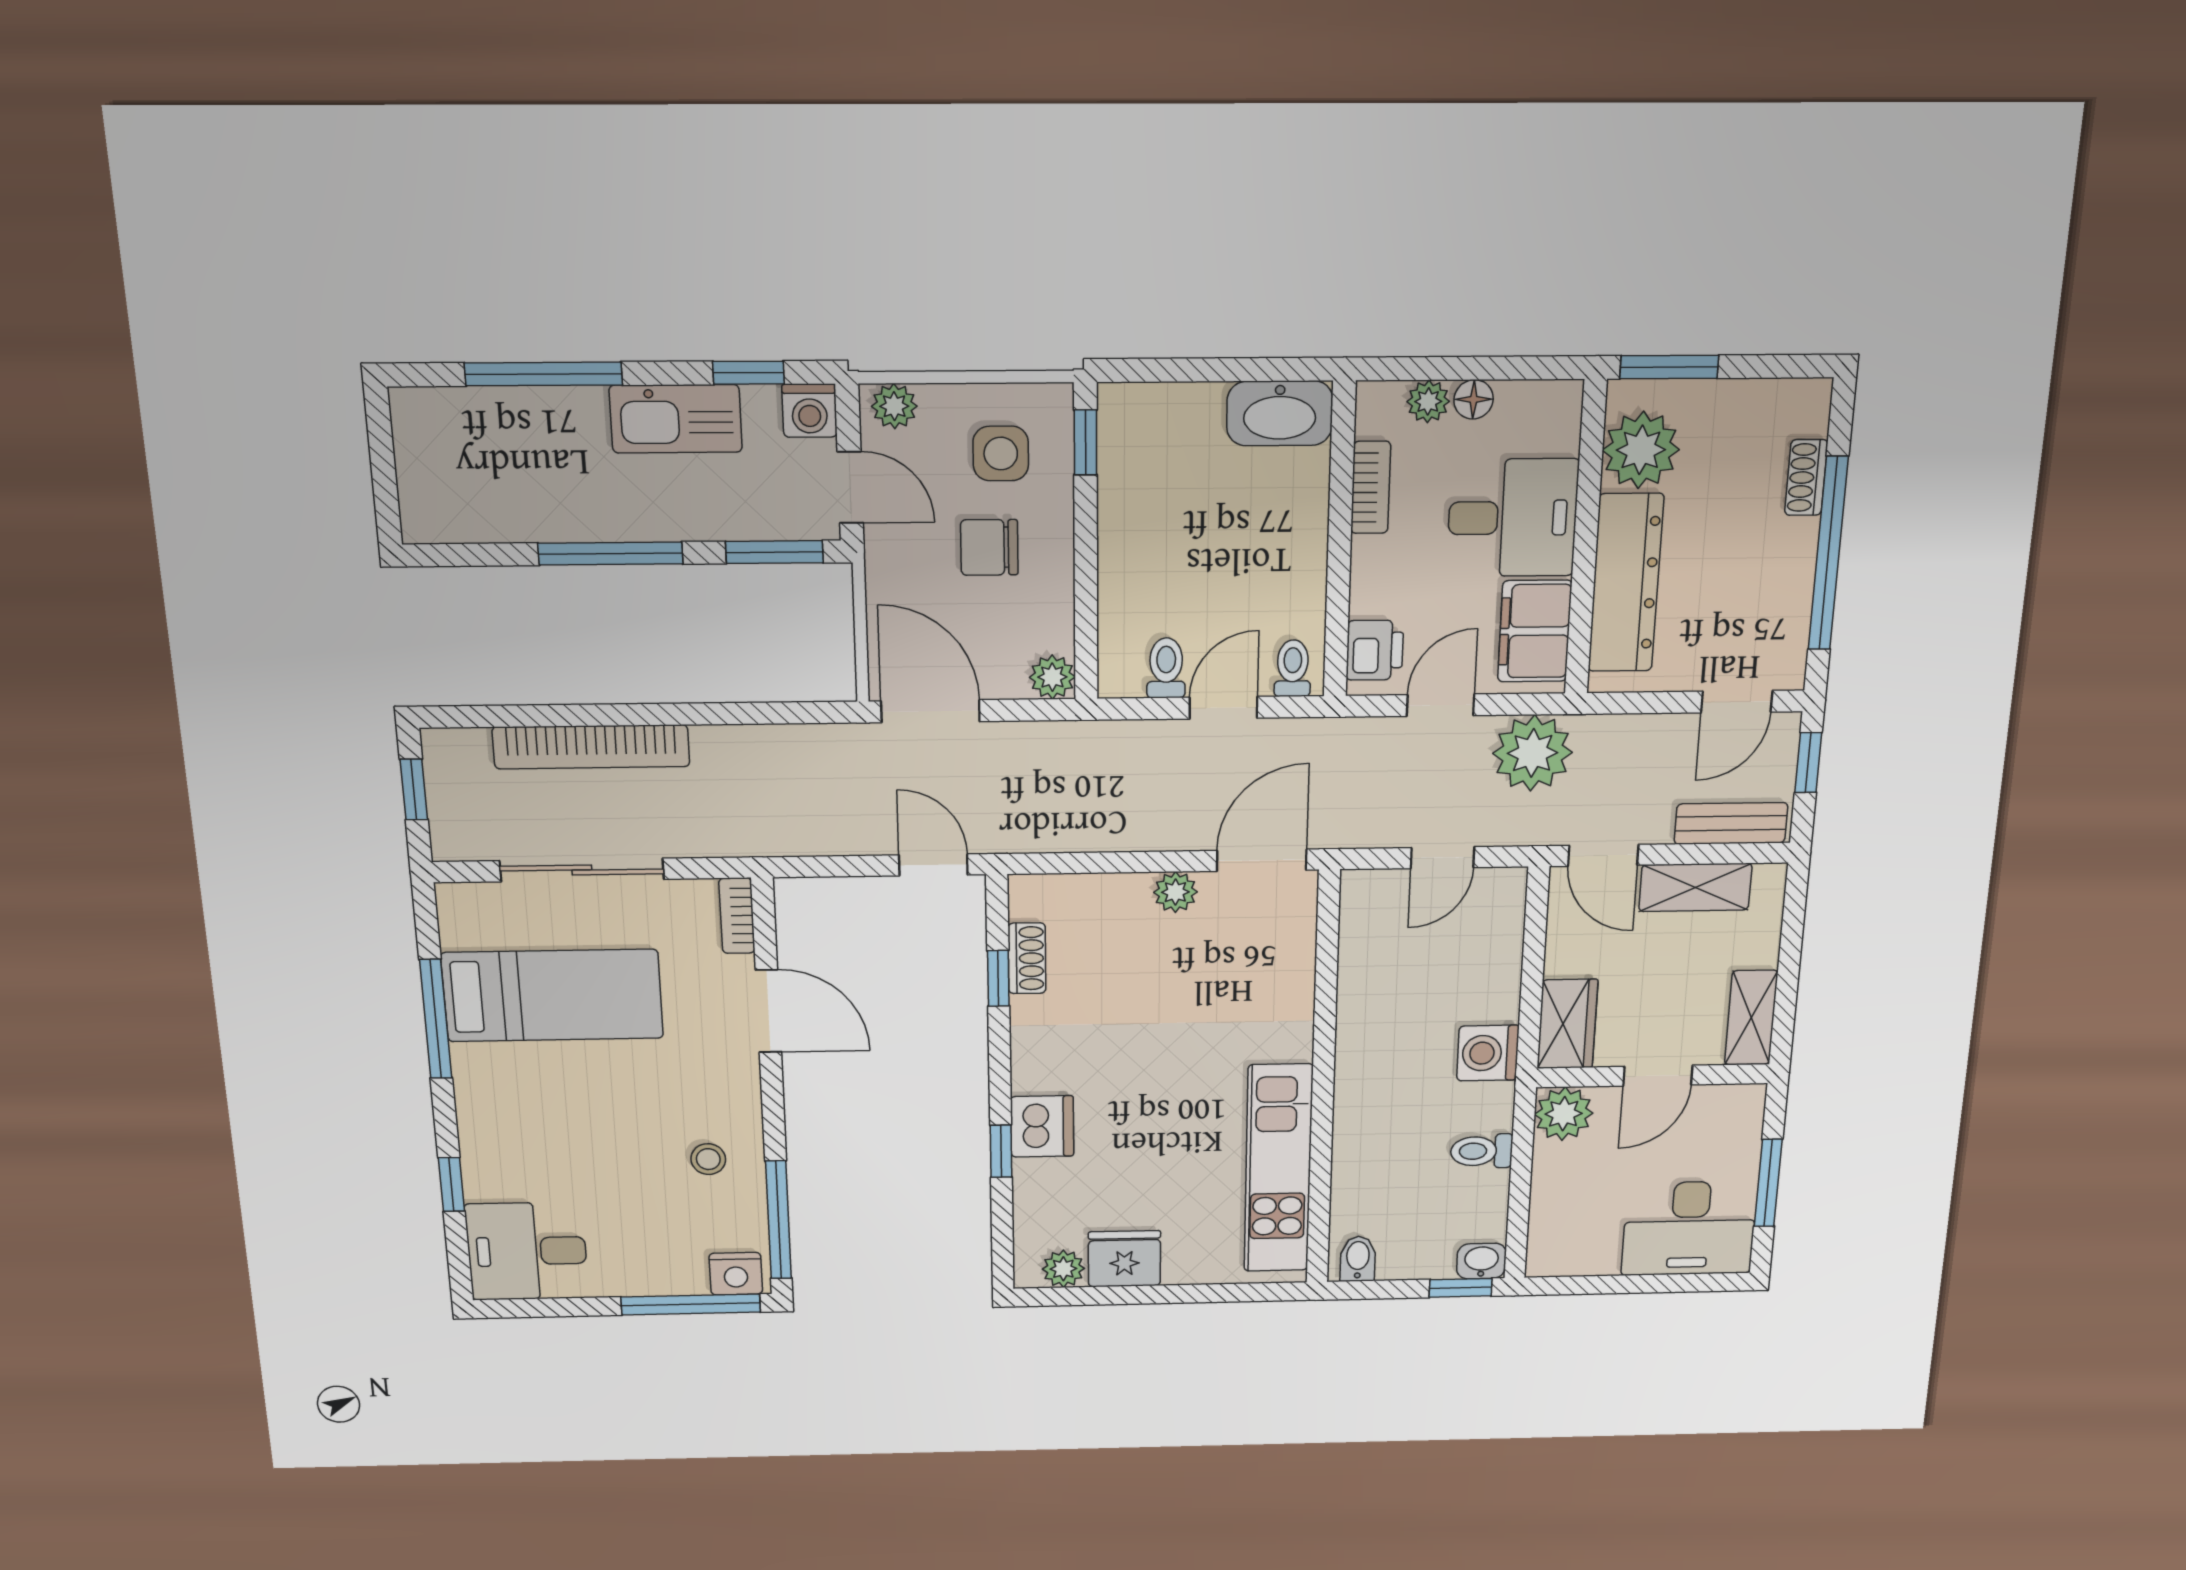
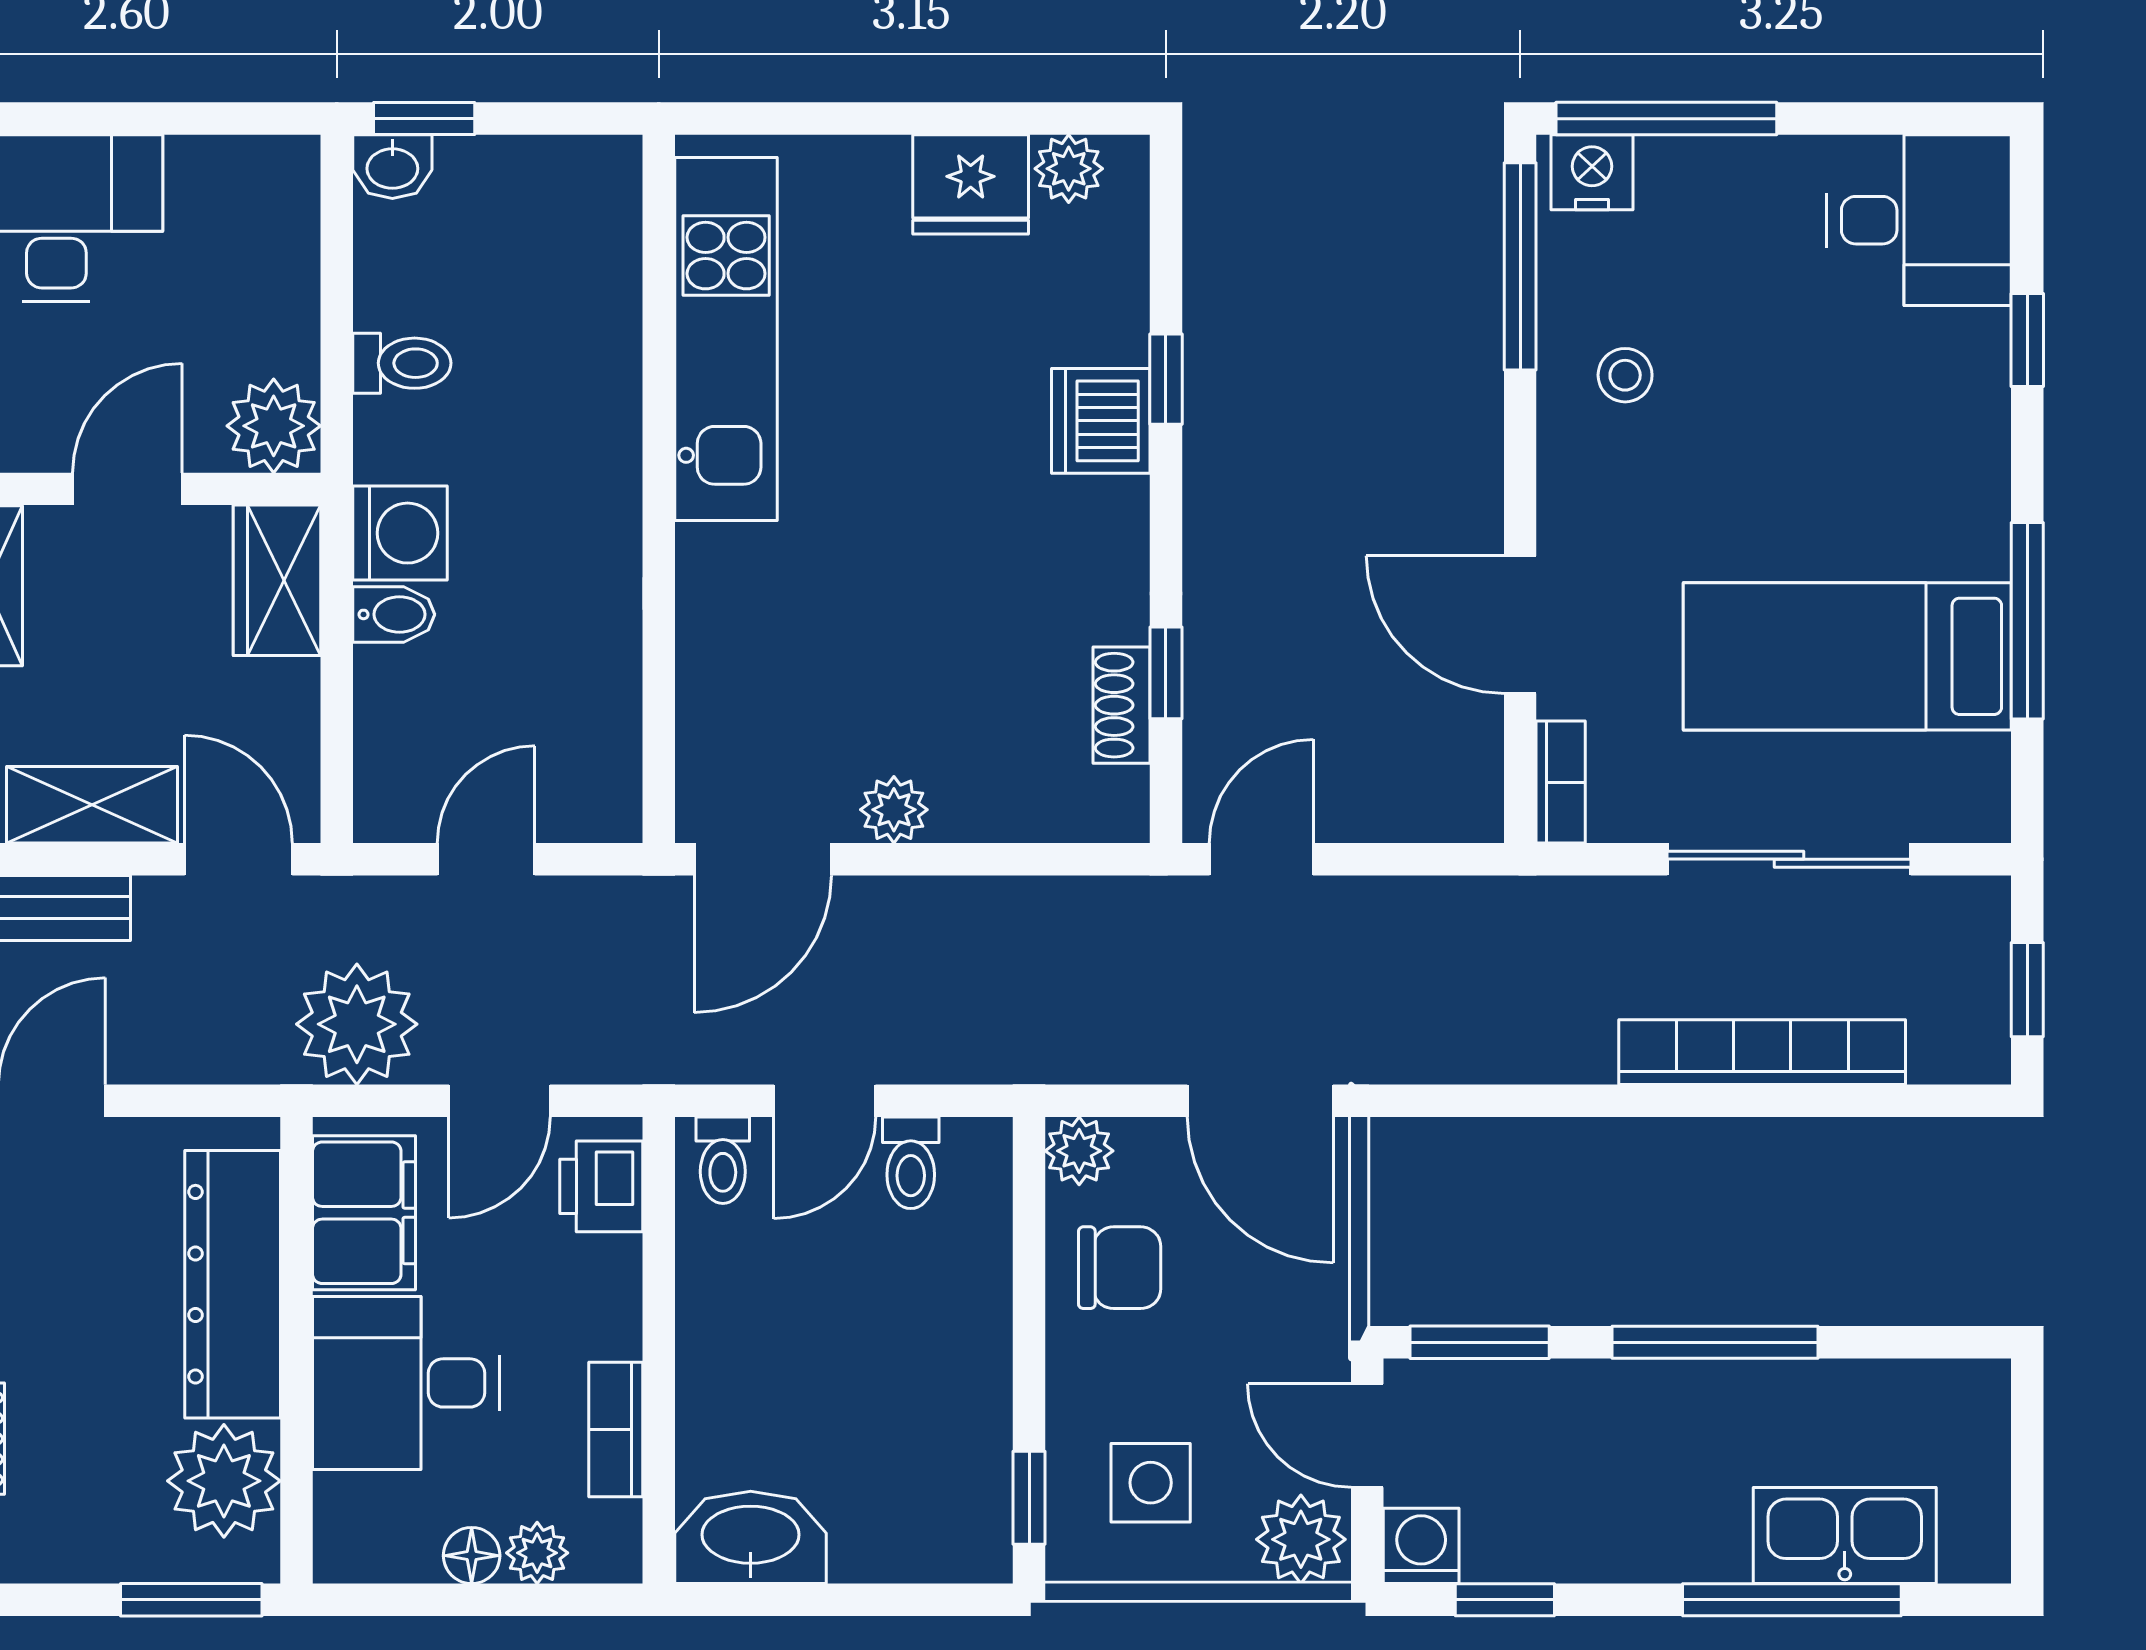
plant: (894, 406) -> (1301, 1539), width x1.38, depth x1.38
kitchen sink: (676, 419) -> (1845, 1536), moved
chair: (989, 547) -> (1120, 1268), moved
door: (933, 865) -> (1261, 859), swing flipped
bidet: (1358, 1259) -> (394, 614), moved, turned -90

